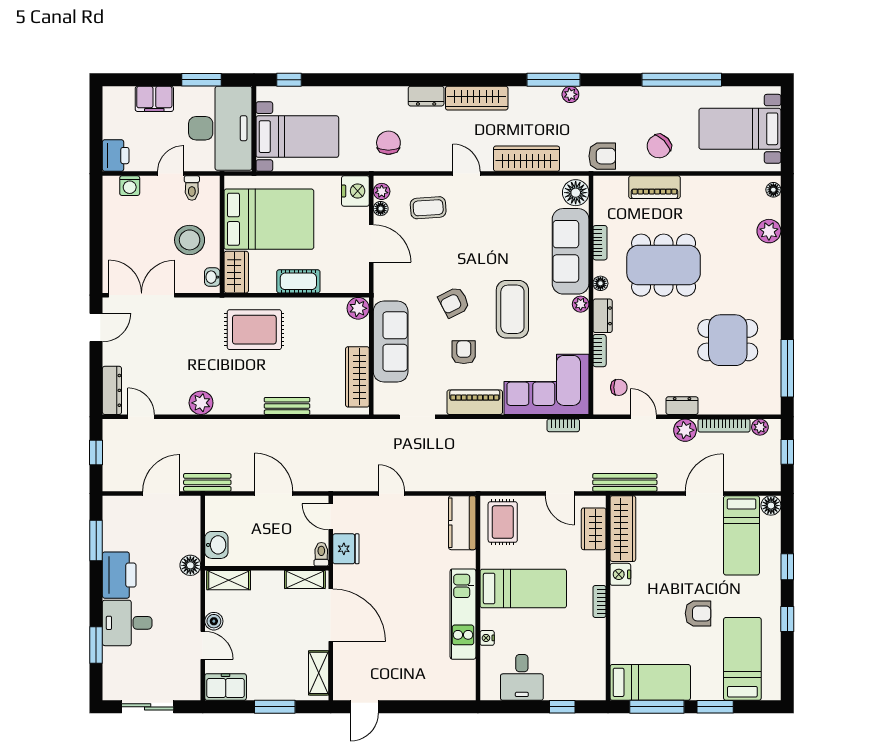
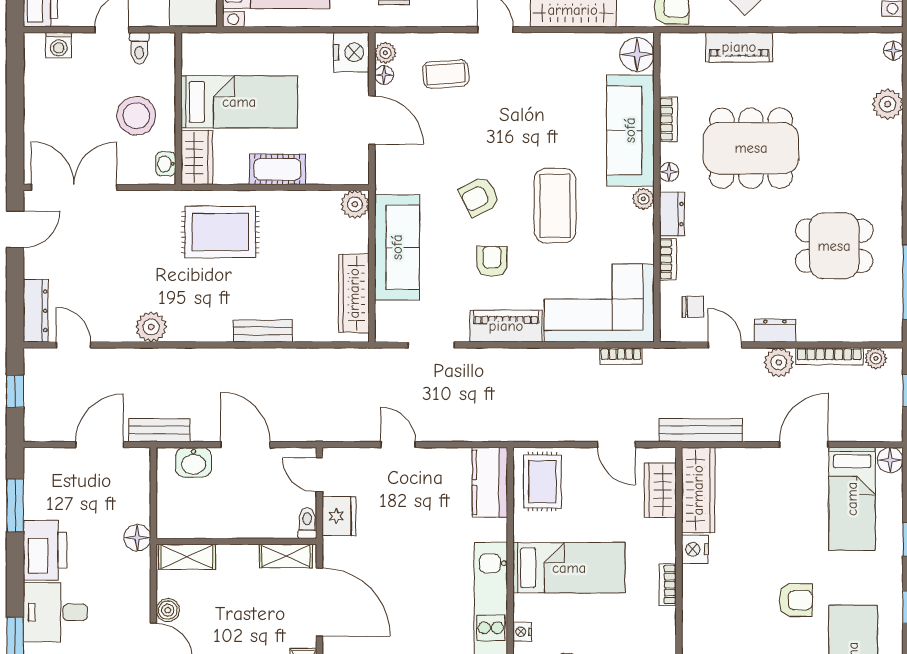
bed: (269, 219) -> (239, 102), width x0.67
washbasin: (216, 545) -> (193, 462), moved, turned 90

